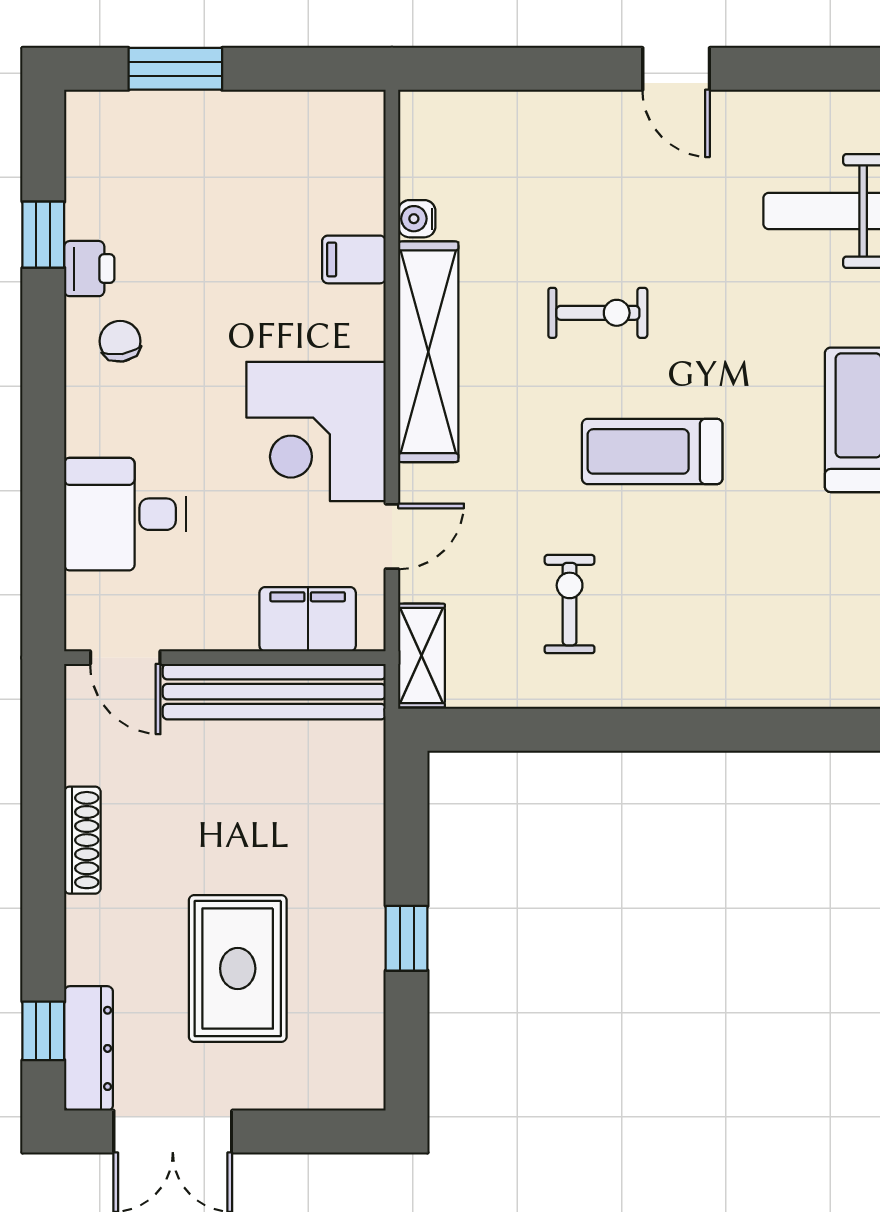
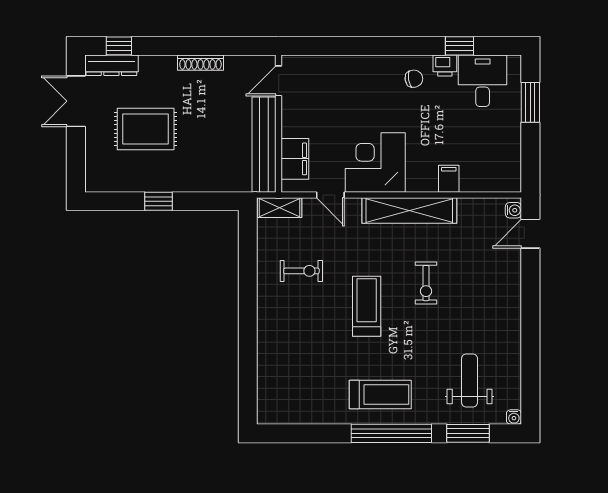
door: (676, 69) -> (530, 234), moved
water cooler: (417, 219) -> (513, 210), moved, turned 90
desk: (125, 514) -> (483, 81), moved

